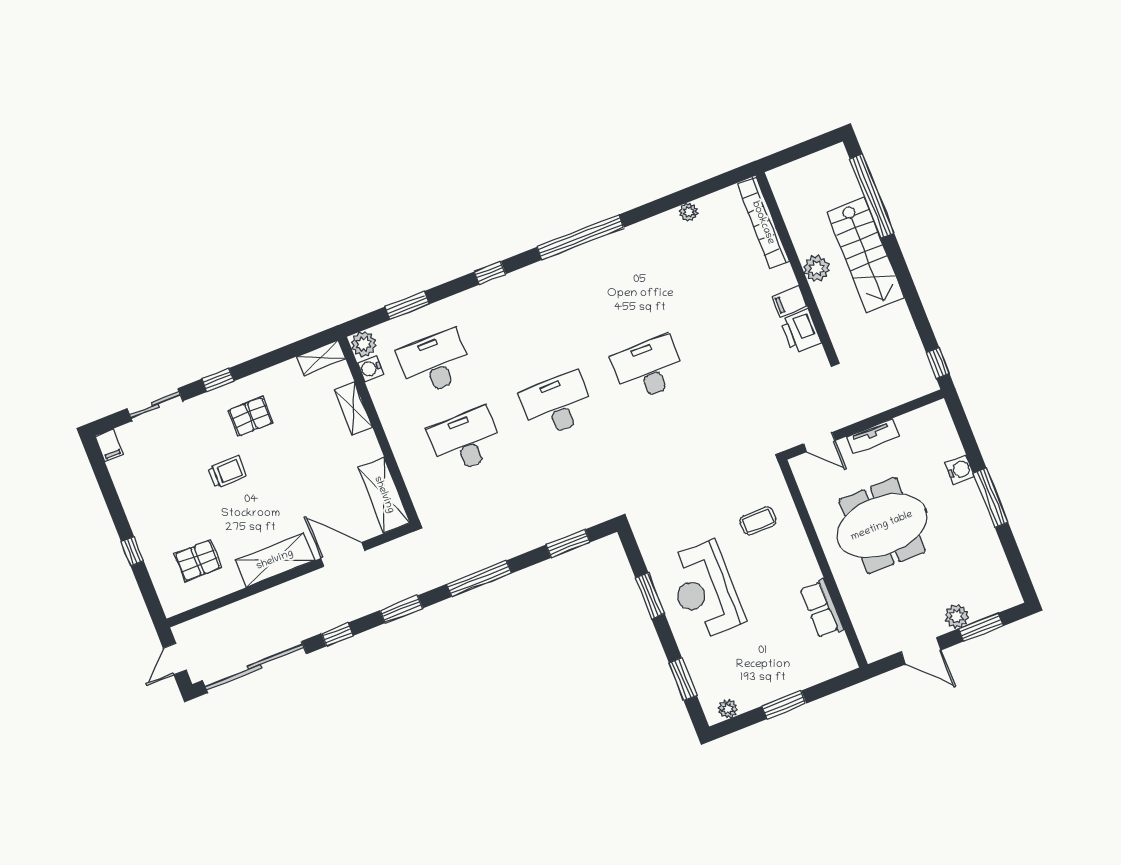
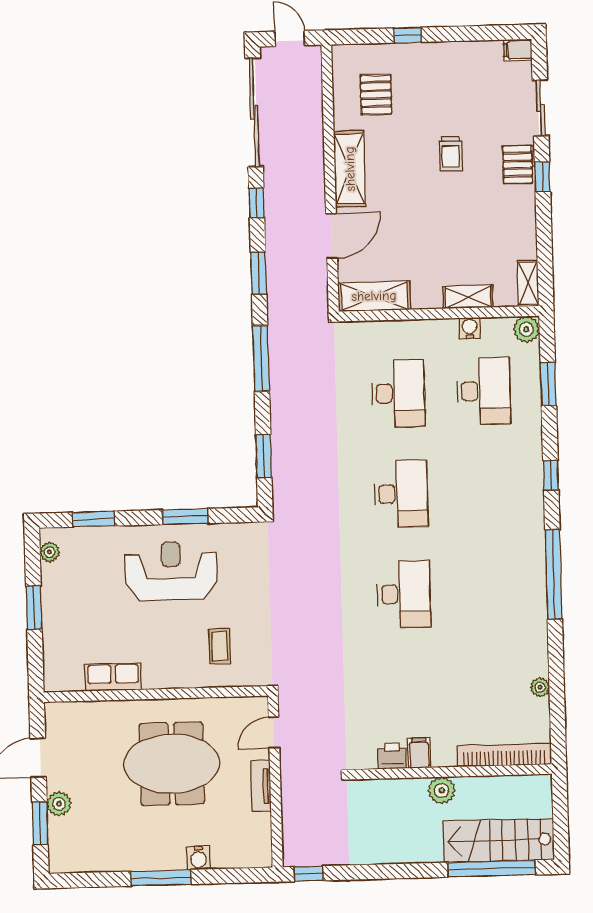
stairs: (866, 255) -> (499, 840), moved
printer: (800, 331) -> (392, 756), width x0.73, depth x0.81
water cooler: (370, 368) -> (470, 328), moved
pallet: (251, 416) -> (518, 165), moved
meeting table: (882, 526) -> (172, 764), turned 90

